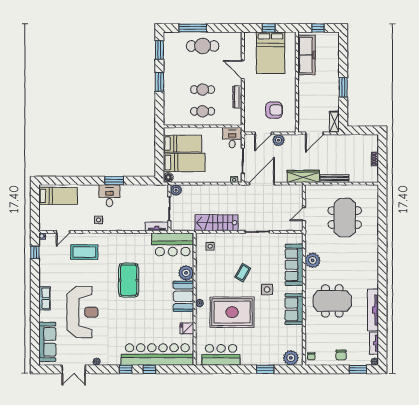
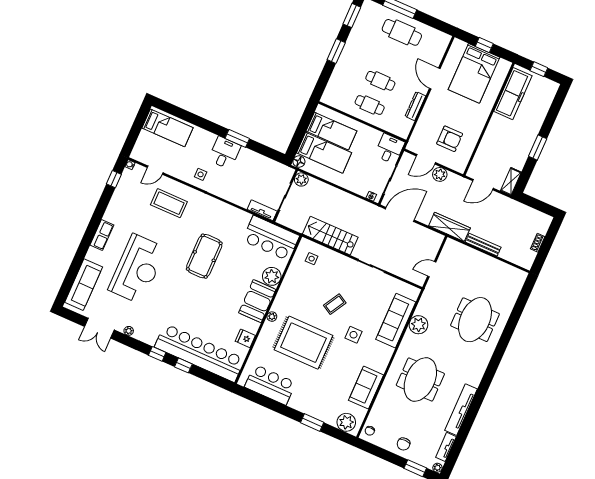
meeting table: (345, 218) -> (475, 320), moved
meeting table: (332, 301) -> (420, 380), turned 90
sofa: (294, 309) -> (366, 388), moved

